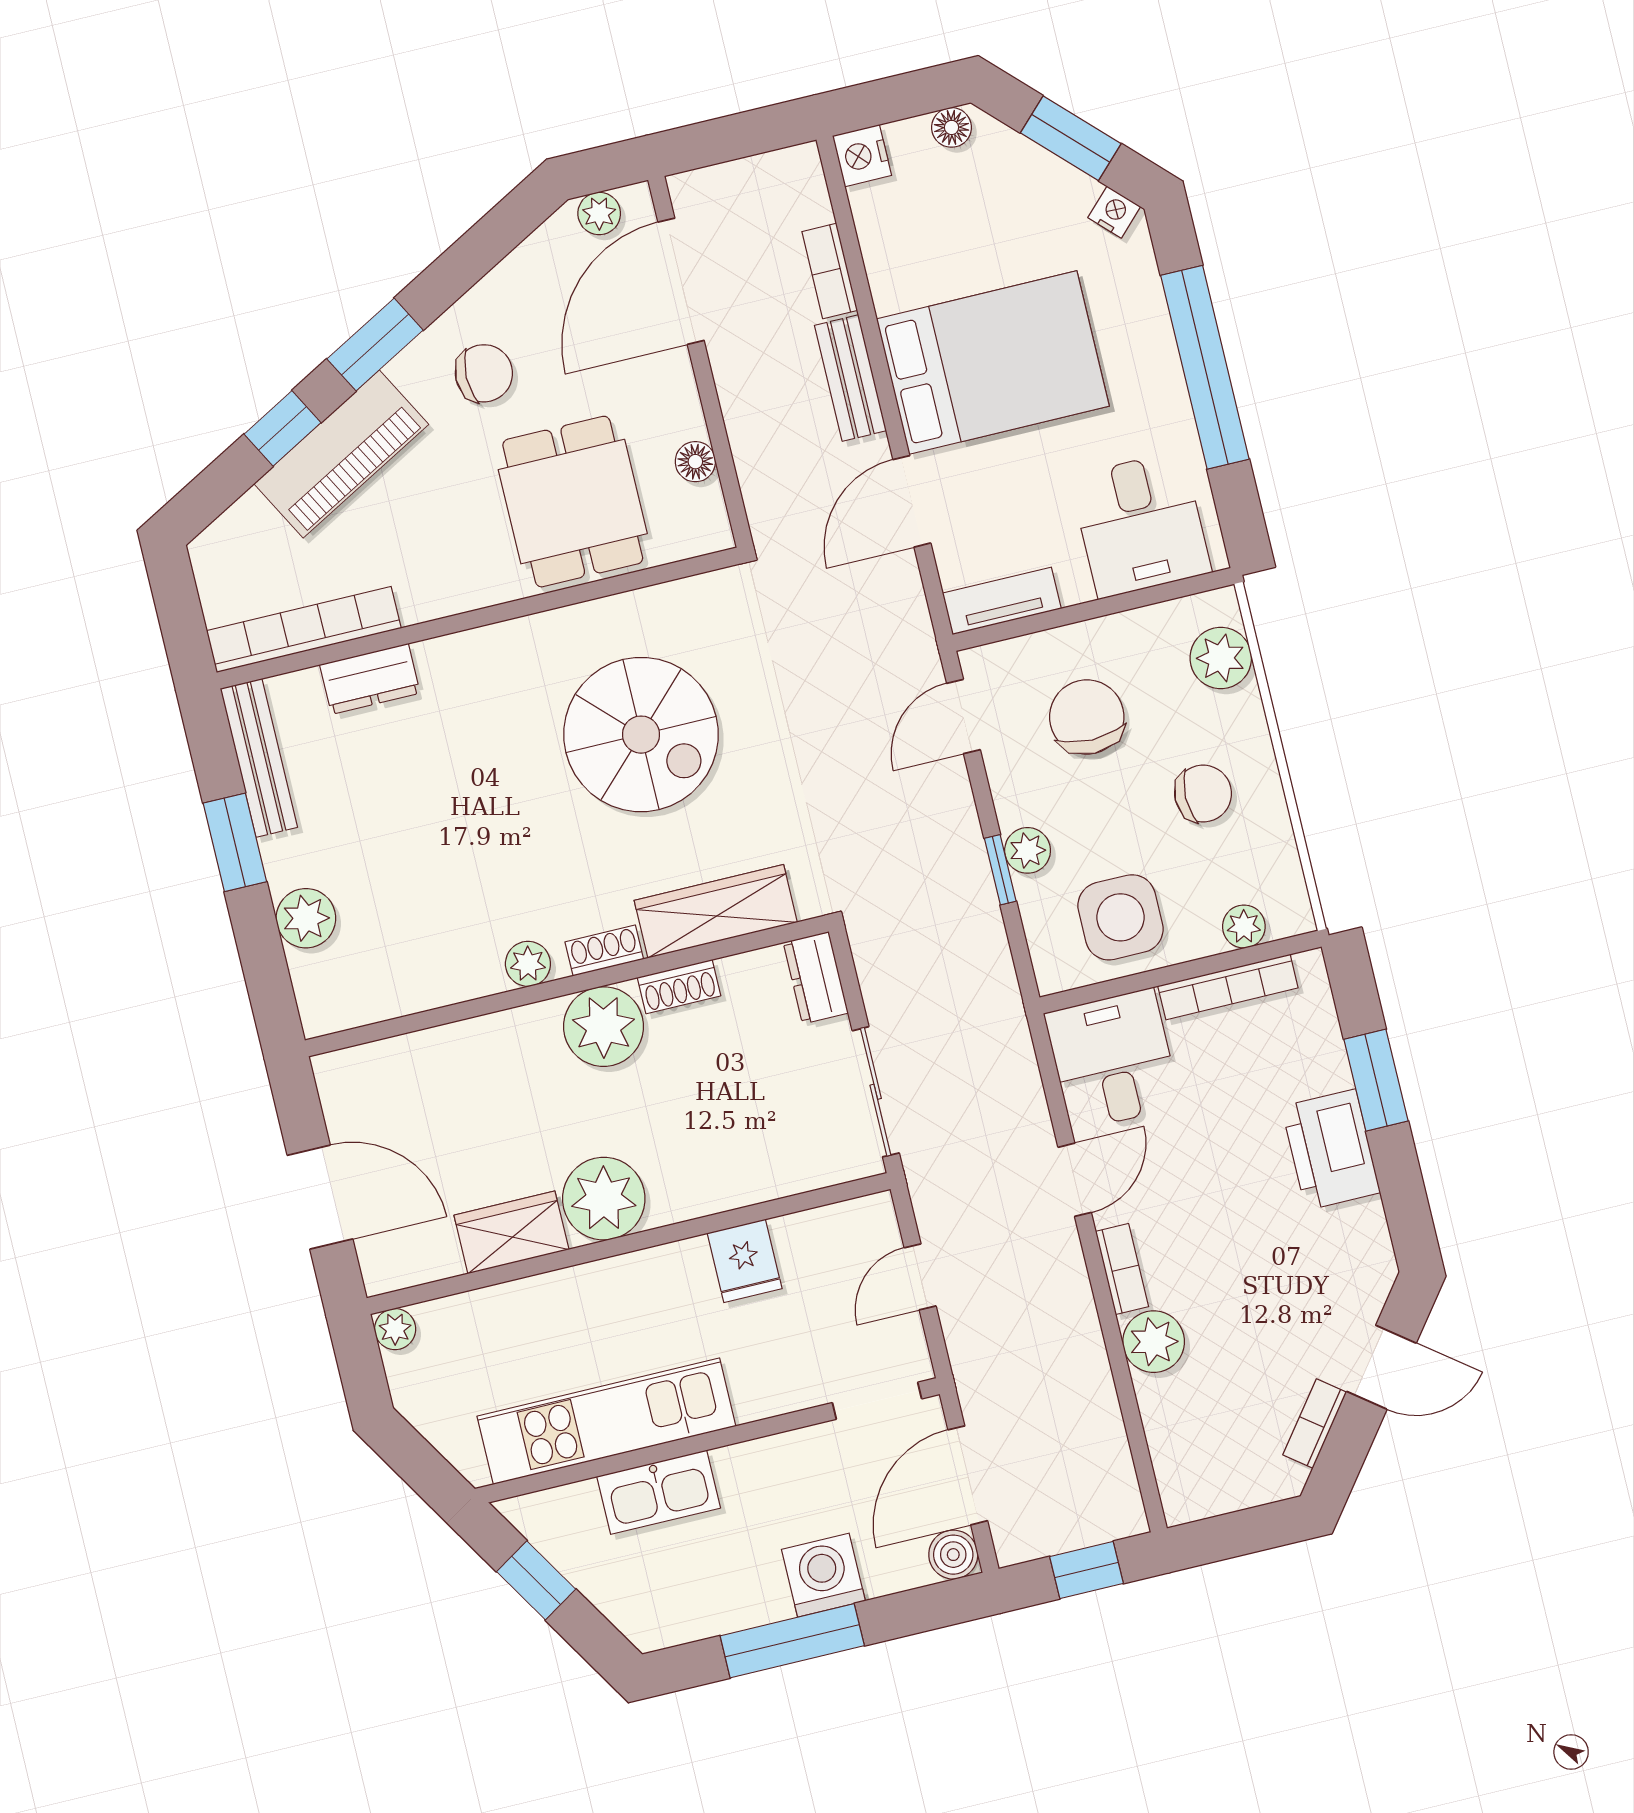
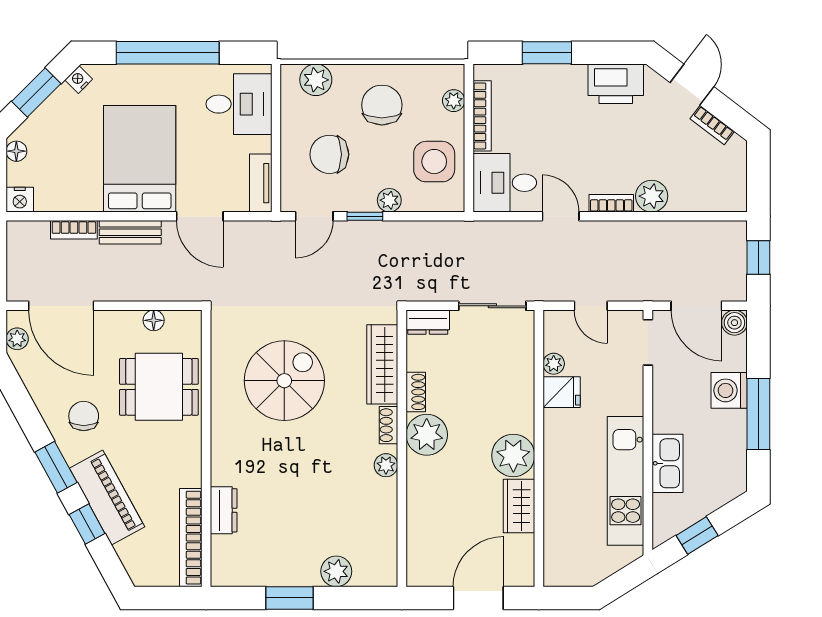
door: (963, 716) -> (314, 216), hinge flipped
bench: (259, 758) -> (250, 576), removed
chair: (1203, 794) -> (382, 105), width x1.37, depth x1.37
window: (1000, 870) -> (365, 216), moved
printer: (1331, 1150) -> (616, 84), moved
plant: (395, 1329) -> (554, 364), moved

